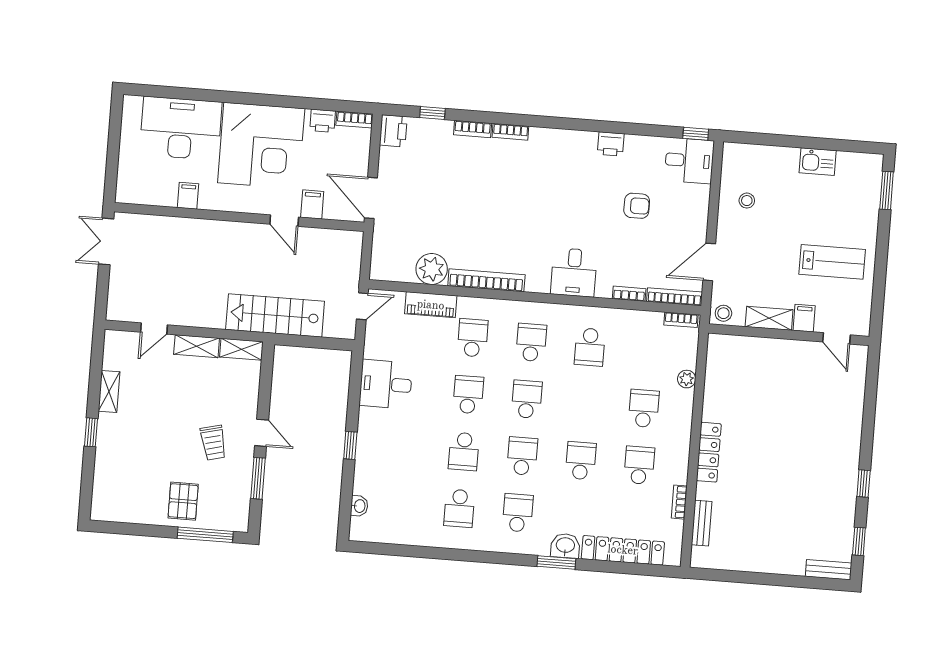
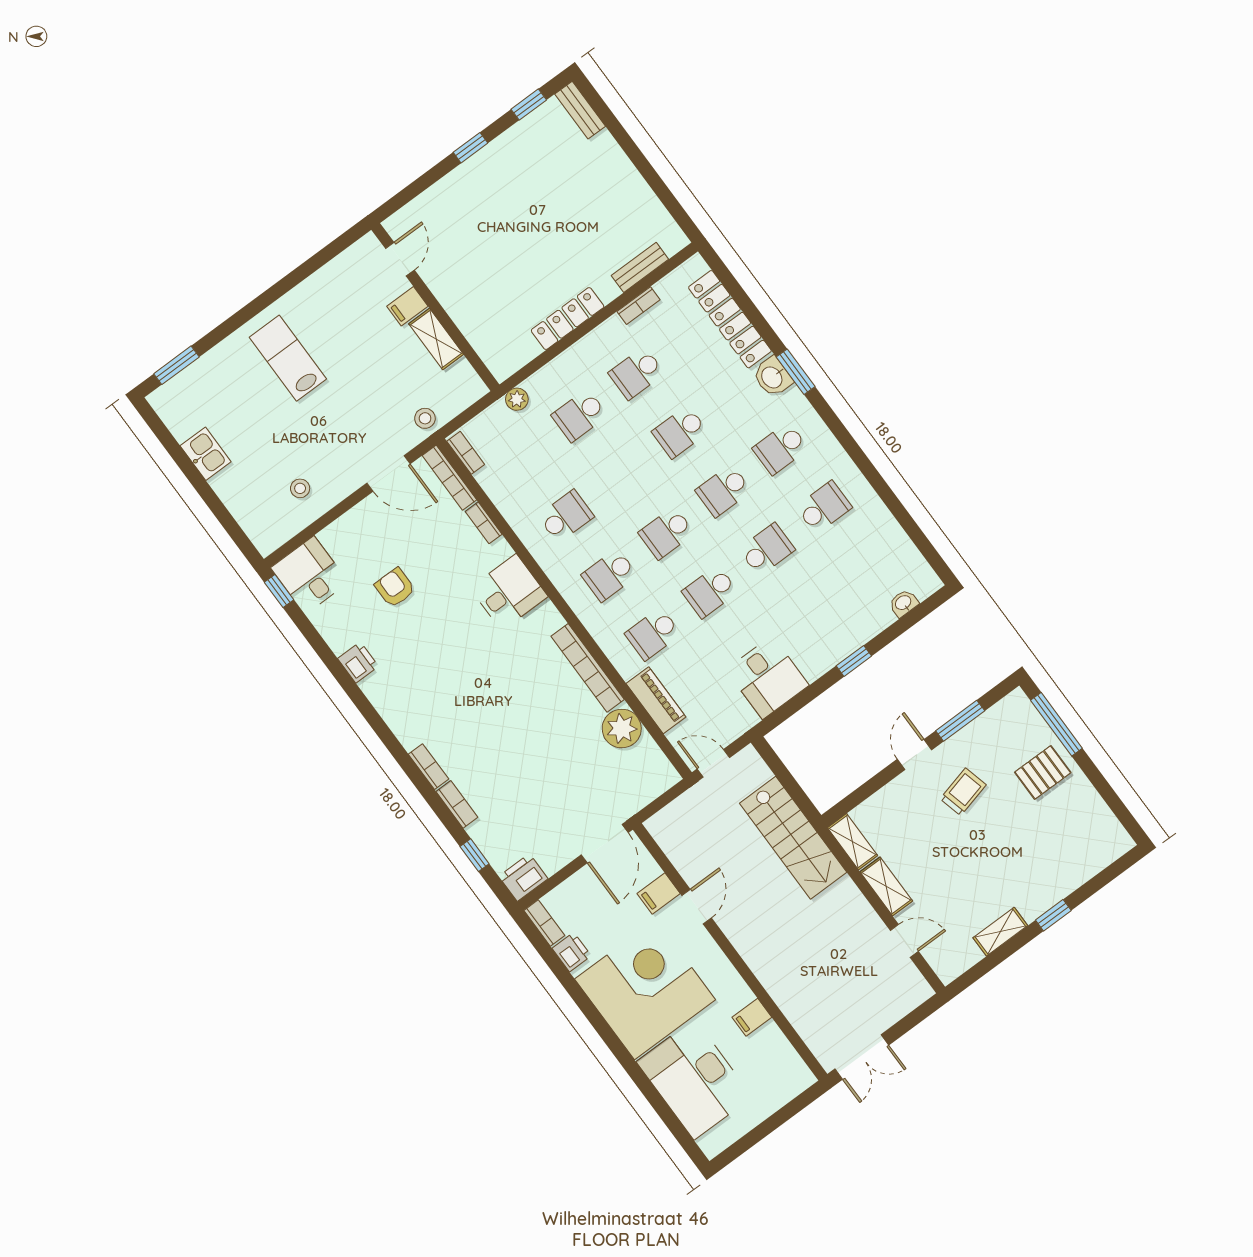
shelving: (769, 318) -> (436, 339), moved
filing cabinet: (804, 318) -> (407, 306), moved
wall: (789, 335) -> (435, 307), moved
door: (836, 338) -> (400, 259), moved

